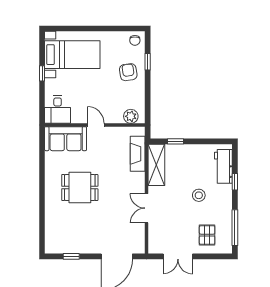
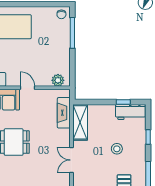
window: (148, 62) -> (72, 33), width x2.17
armchair: (128, 72) -> (56, 42), removed
window: (175, 141) -> (123, 102), moved
workbench: (223, 166) -> (130, 112), moved, turned -90

